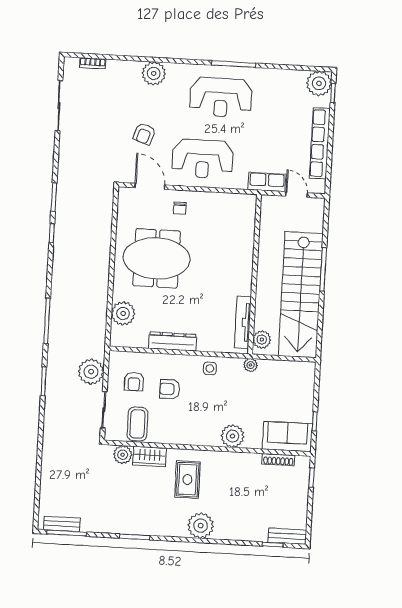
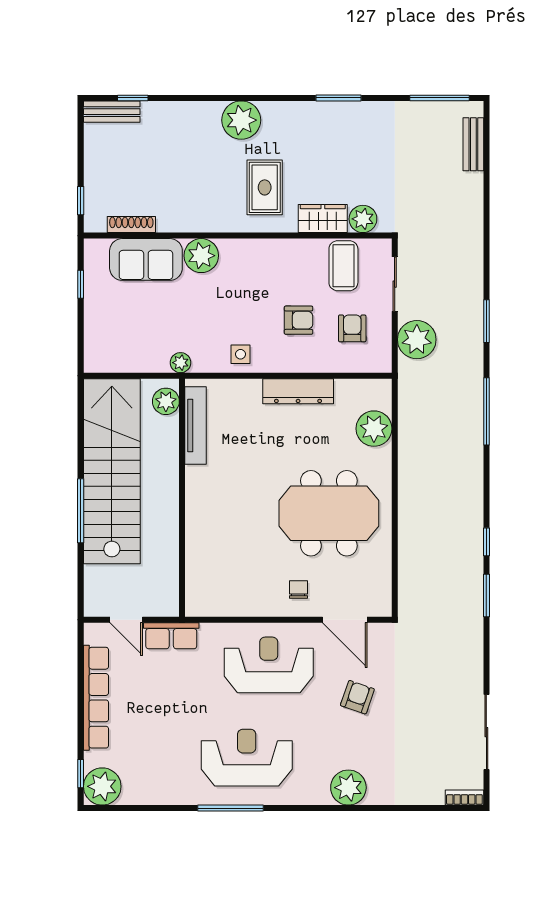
bookcase: (93, 63) -> (464, 798), moved
sofa: (287, 437) -> (146, 259), moved
bench: (62, 524) -> (473, 144), moved, turned 90

